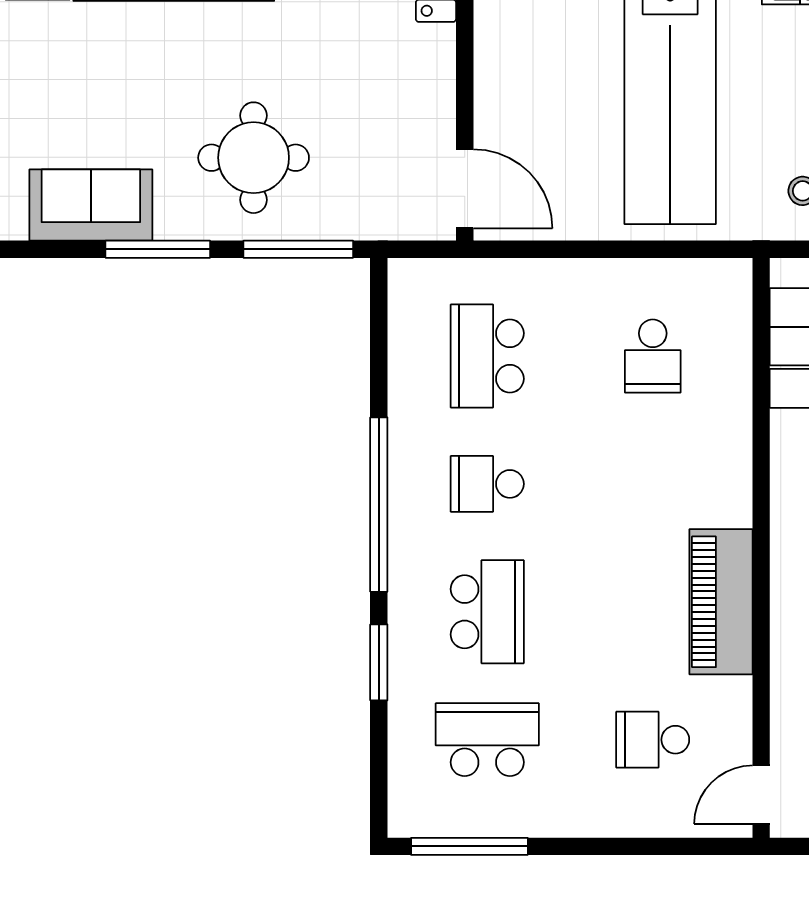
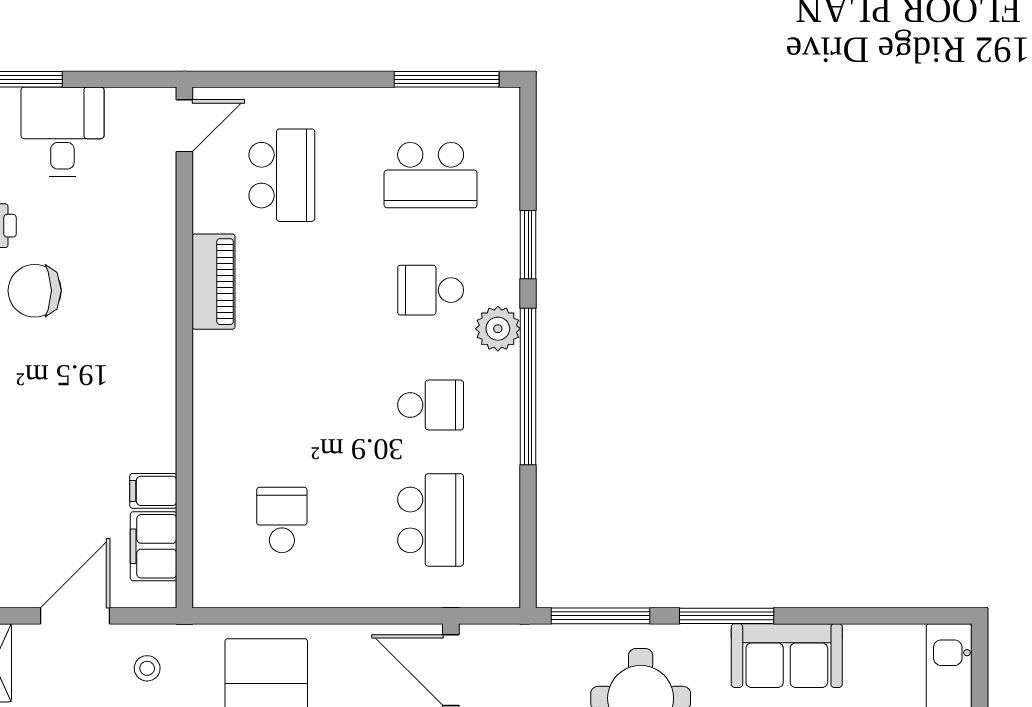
plant: (412, 569) -> (498, 329), added
piano: (721, 602) -> (214, 282), width x0.73, depth x0.75
school desk: (487, 612) -> (431, 290), width x0.54
school desk: (653, 740) -> (282, 175), width x1.85

